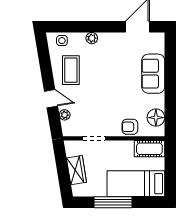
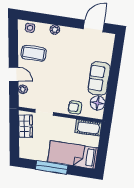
coffee table: (71, 70) -> (34, 53), turned 90
sofa: (153, 74) -> (99, 78), moved
wardrobe: (76, 170) -> (25, 126), moved

